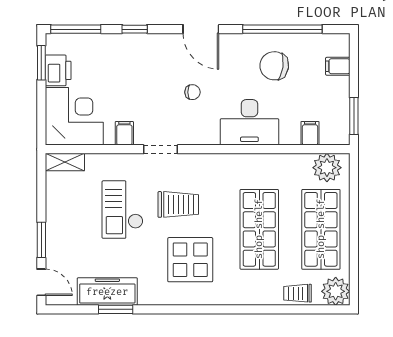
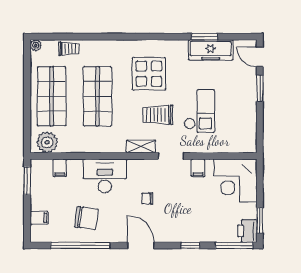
printer: (58, 70) -> (247, 231), moved
shelving: (65, 162) -> (141, 146), moved
plant: (336, 291) -> (36, 45), width x0.53, depth x0.53

